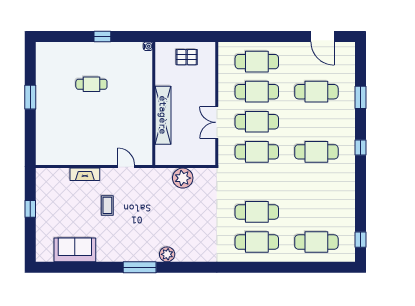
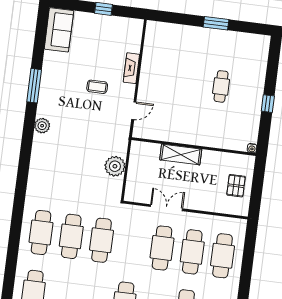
shelving: (163, 115) -> (181, 154), width x0.68
cafe table: (257, 152) -> (102, 240), moved
sofa: (75, 250) -> (59, 30), moved
plant: (167, 254) -> (42, 126), moved
window: (140, 267) -> (34, 86), moved

